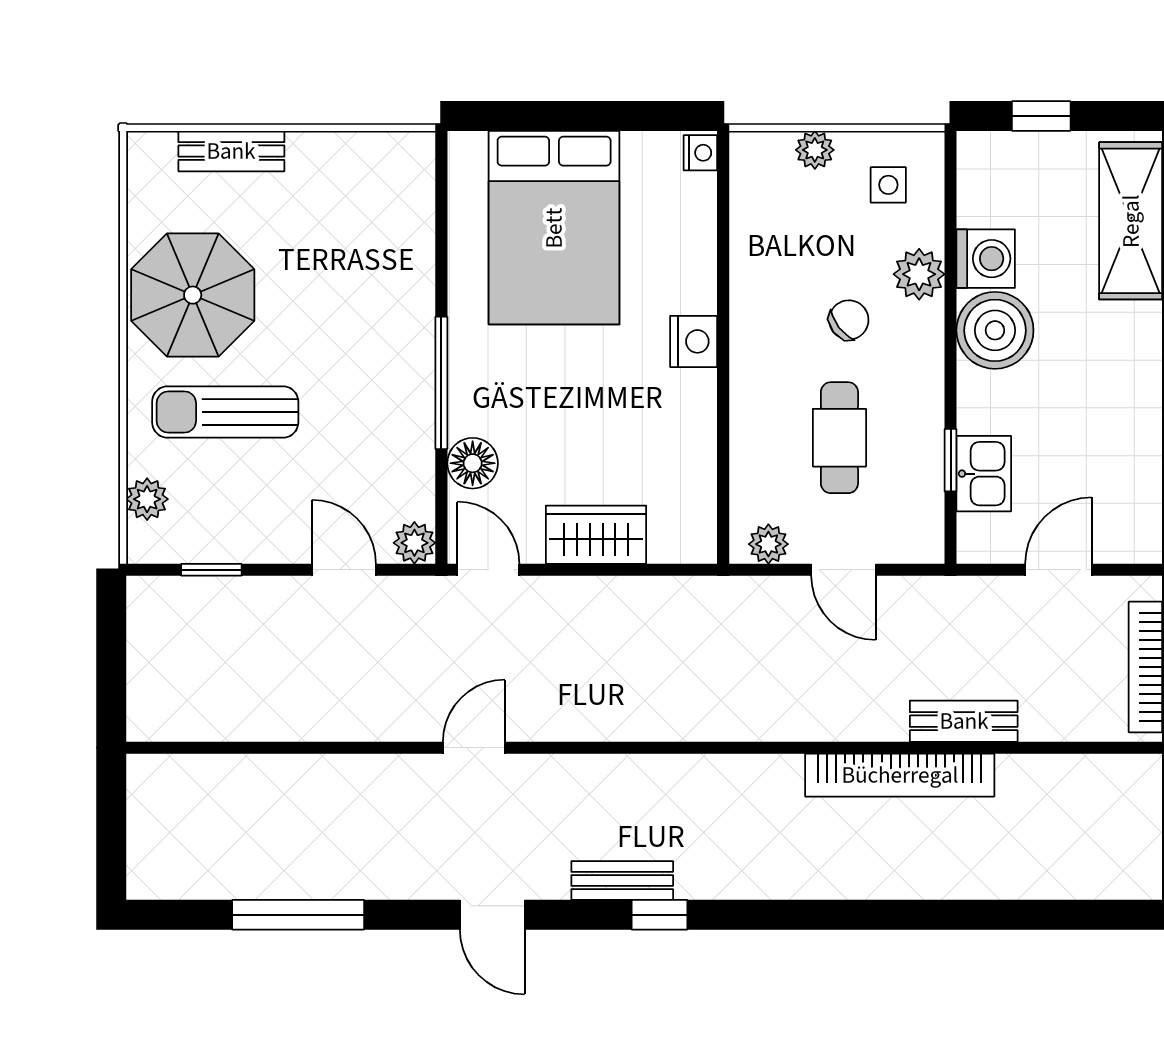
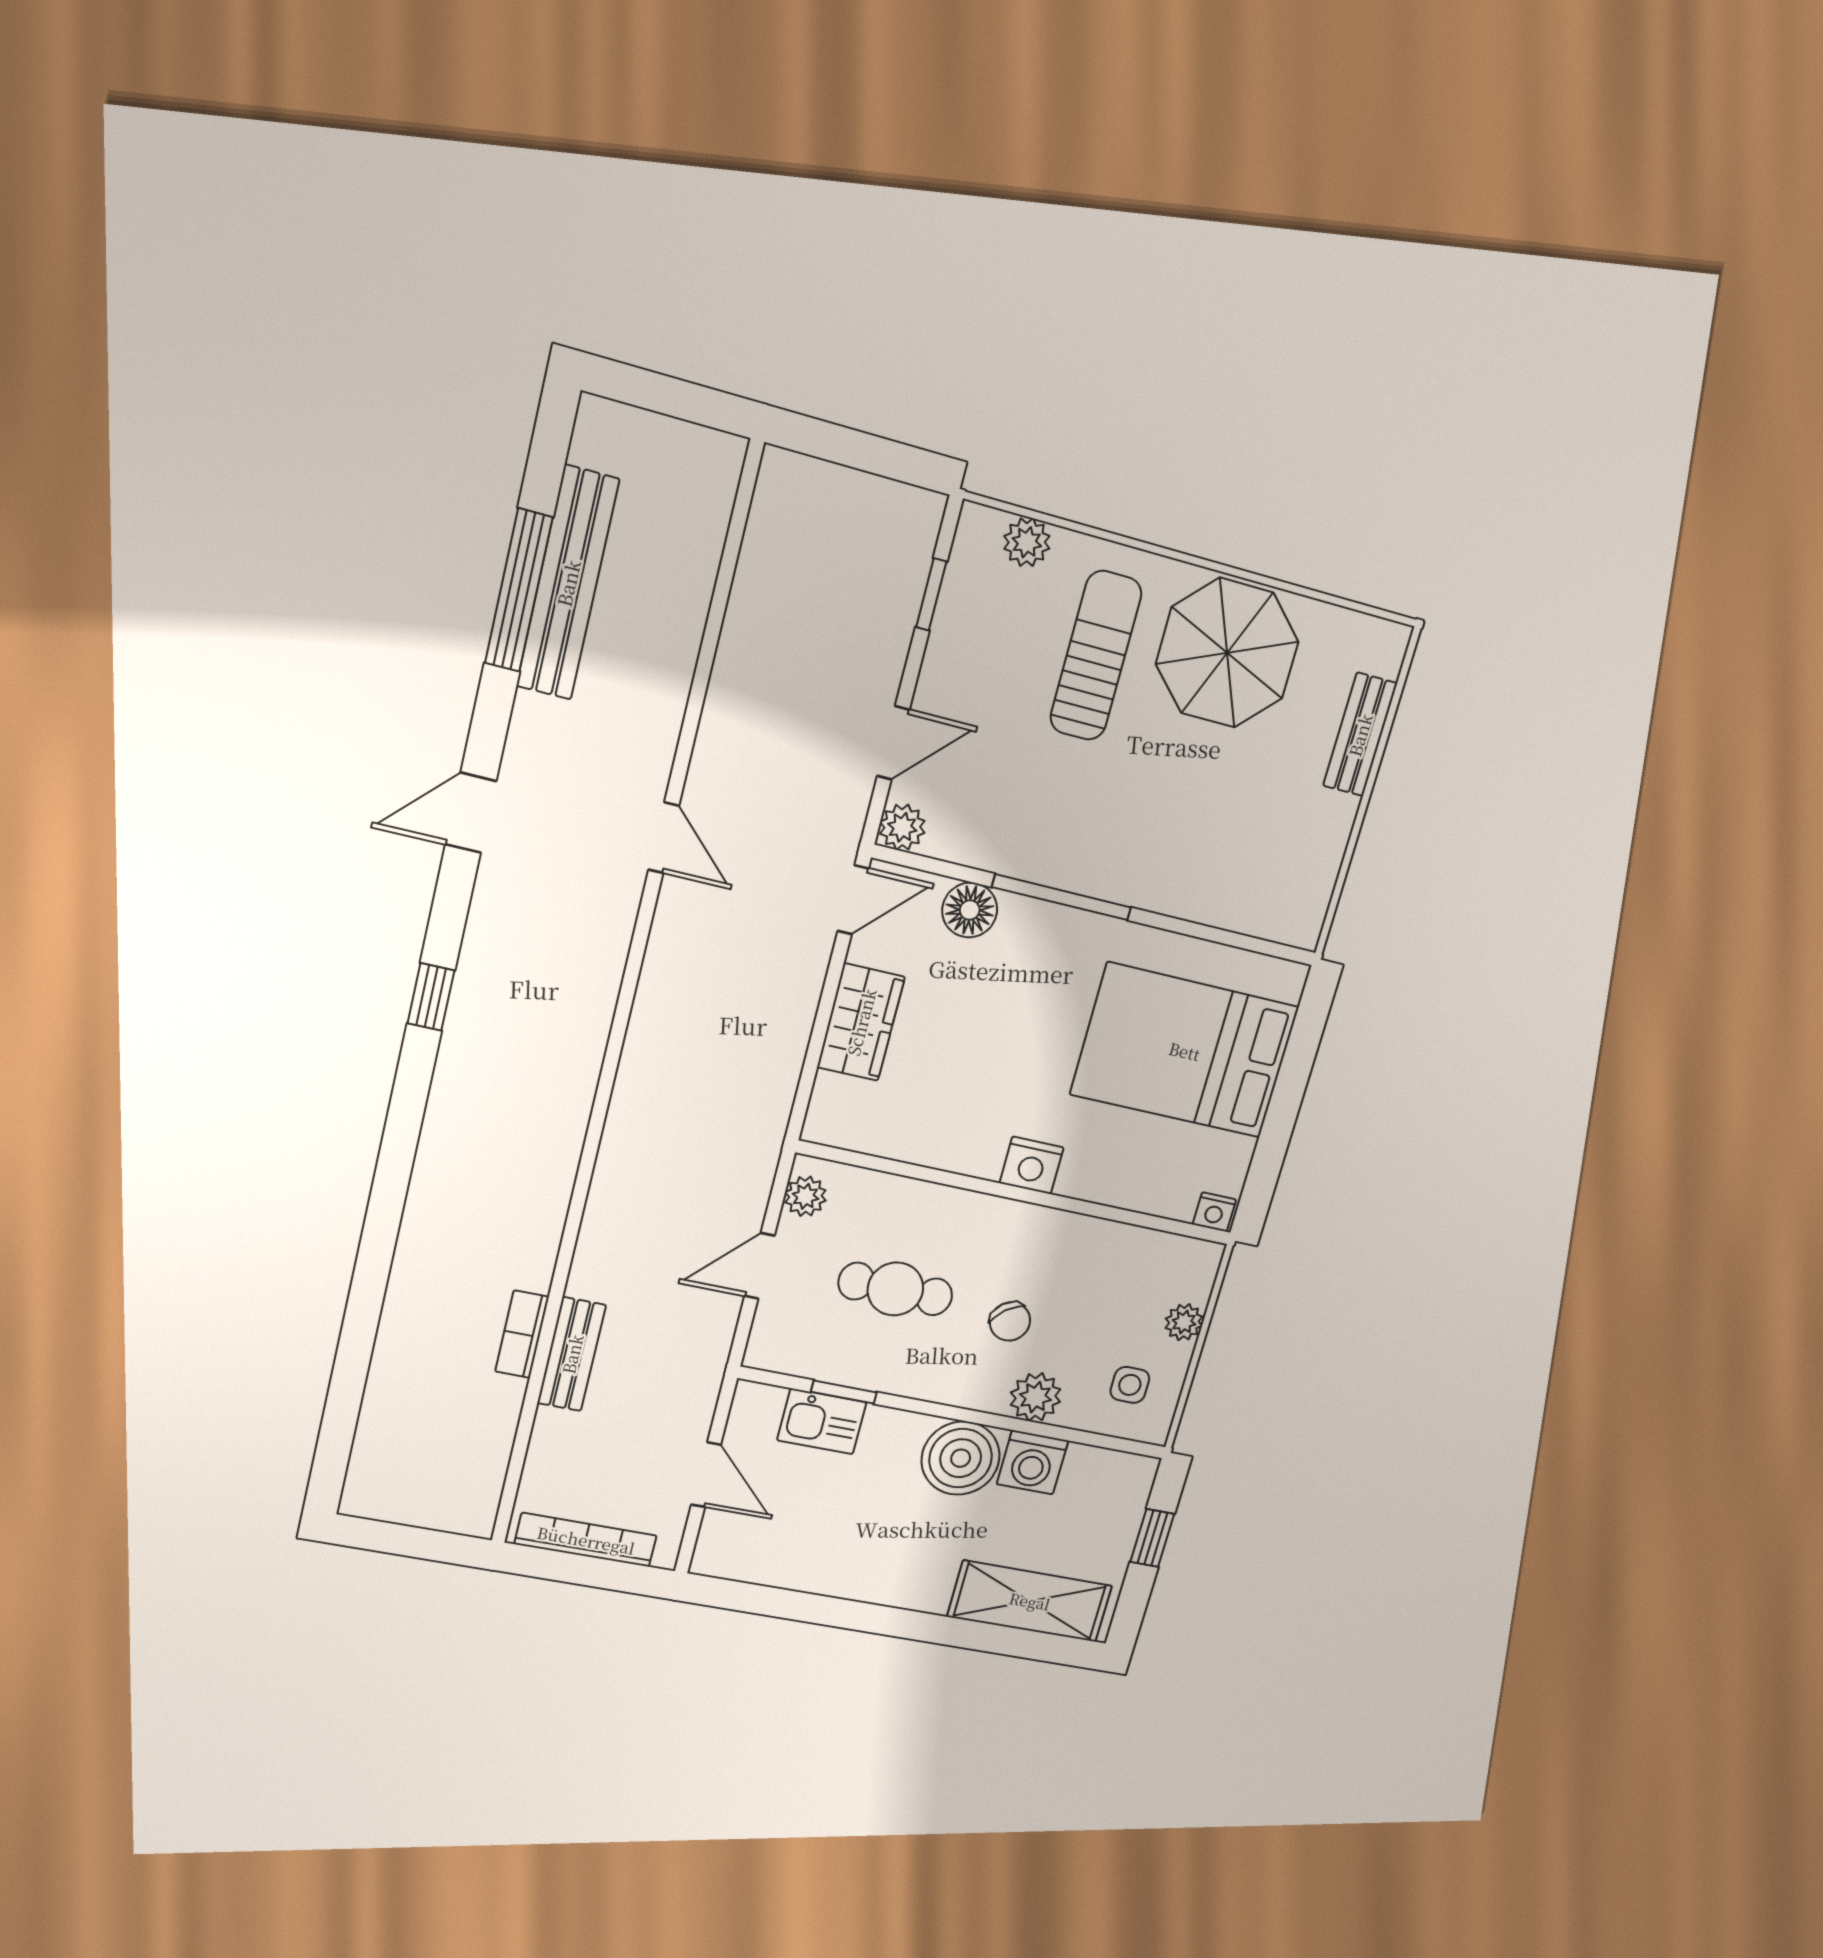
bookcase: (900, 775) -> (522, 1334), width x0.43, depth x0.76
bench: (622, 881) -> (568, 583), moved, width x1.86, depth x1.21

